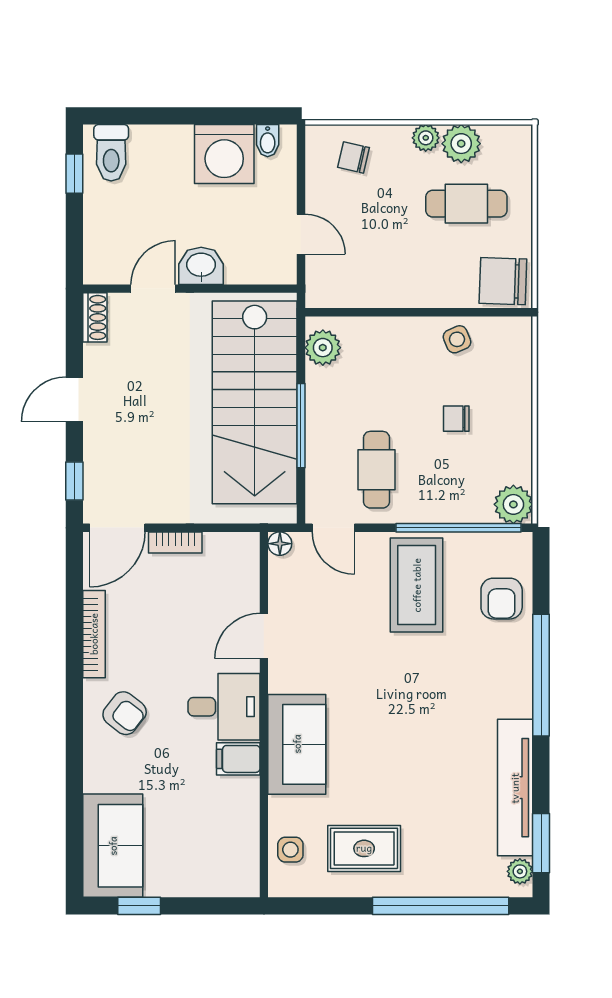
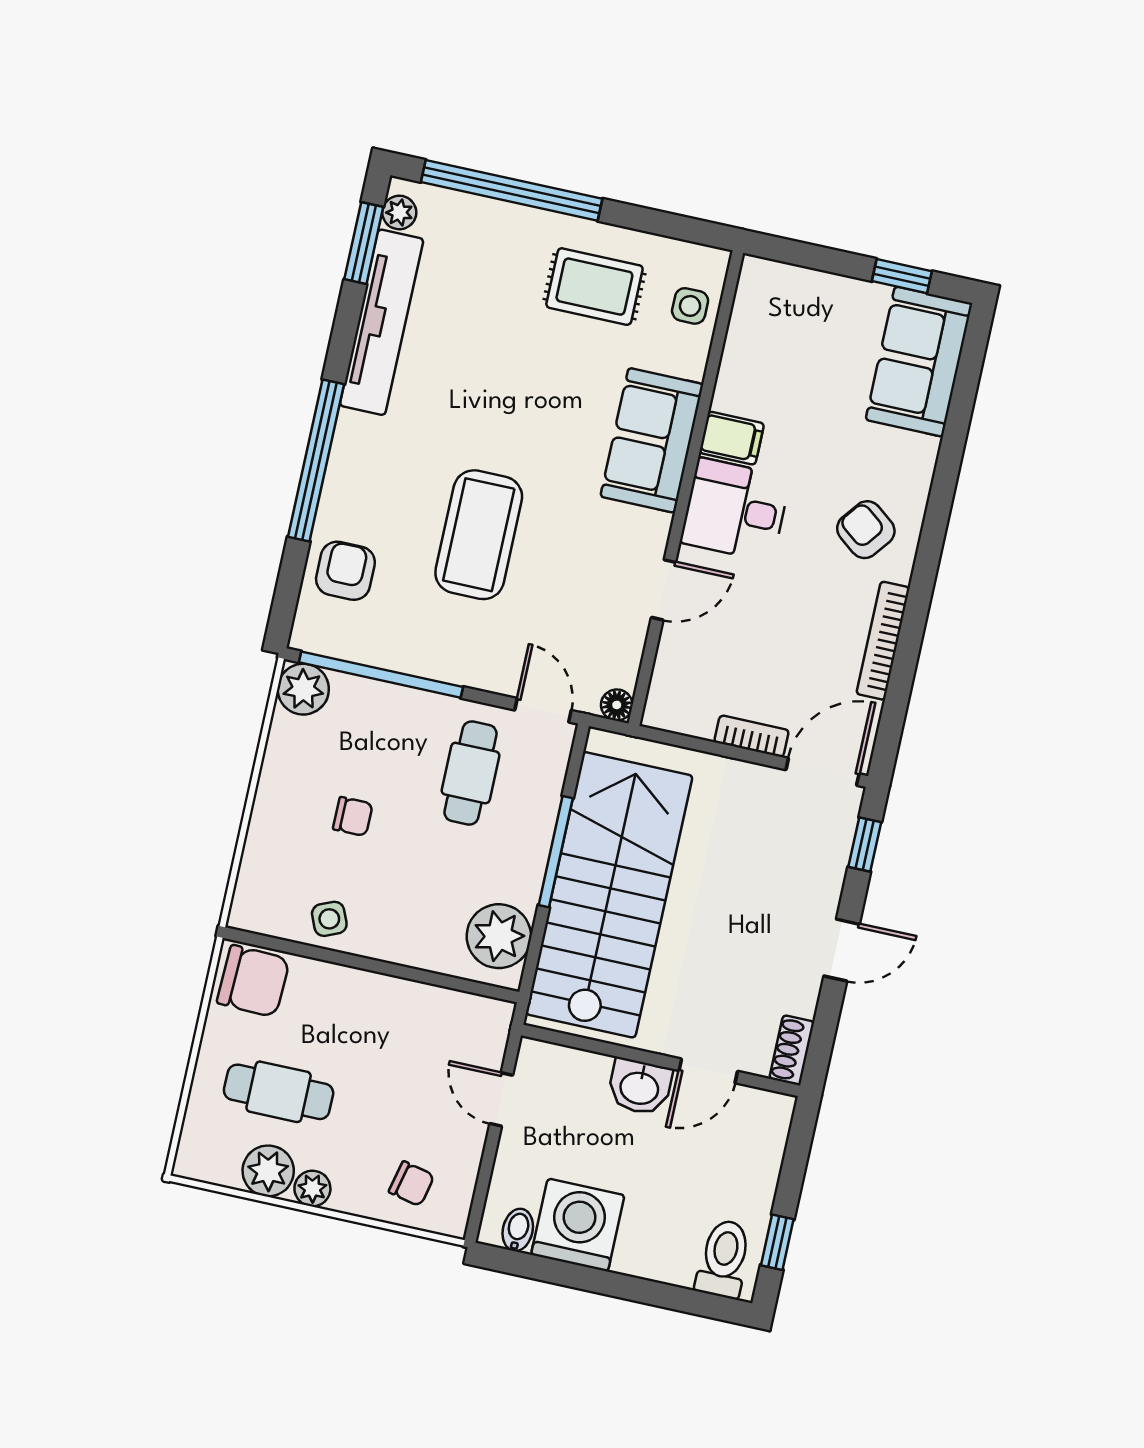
plant: (323, 348) -> (499, 936), width x1.36, depth x1.36
coffee table: (417, 585) -> (479, 535), moved

